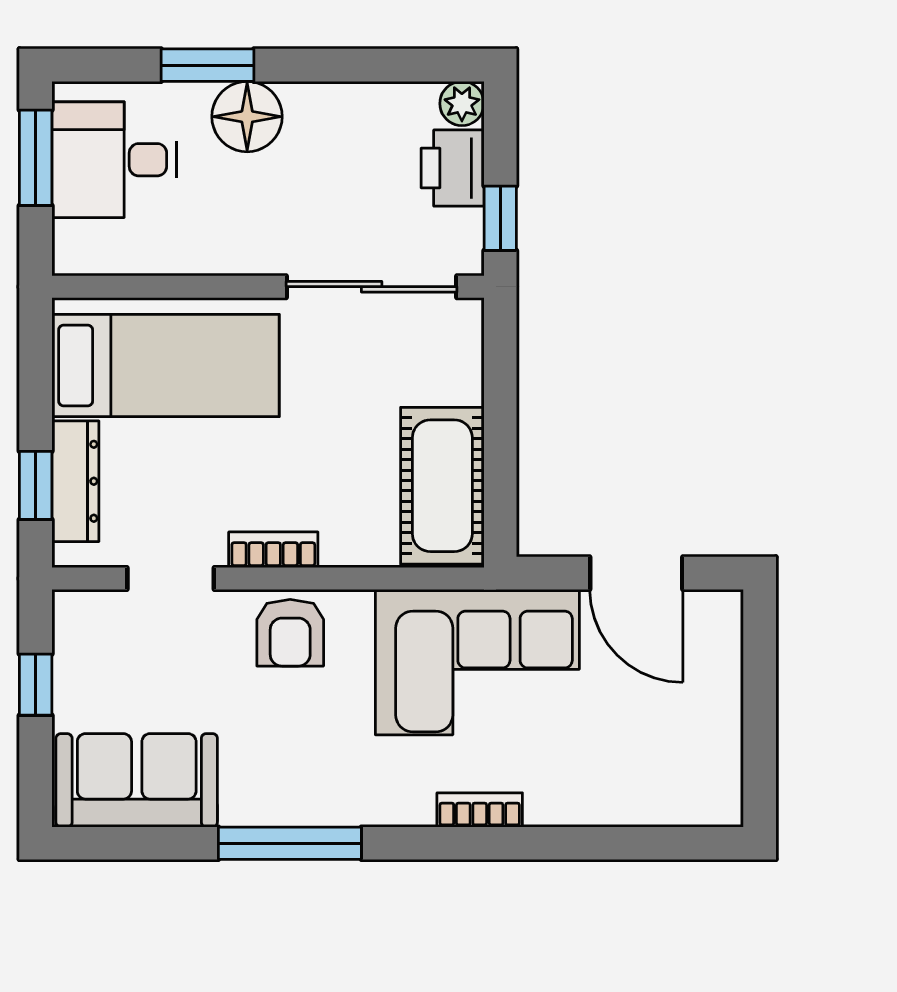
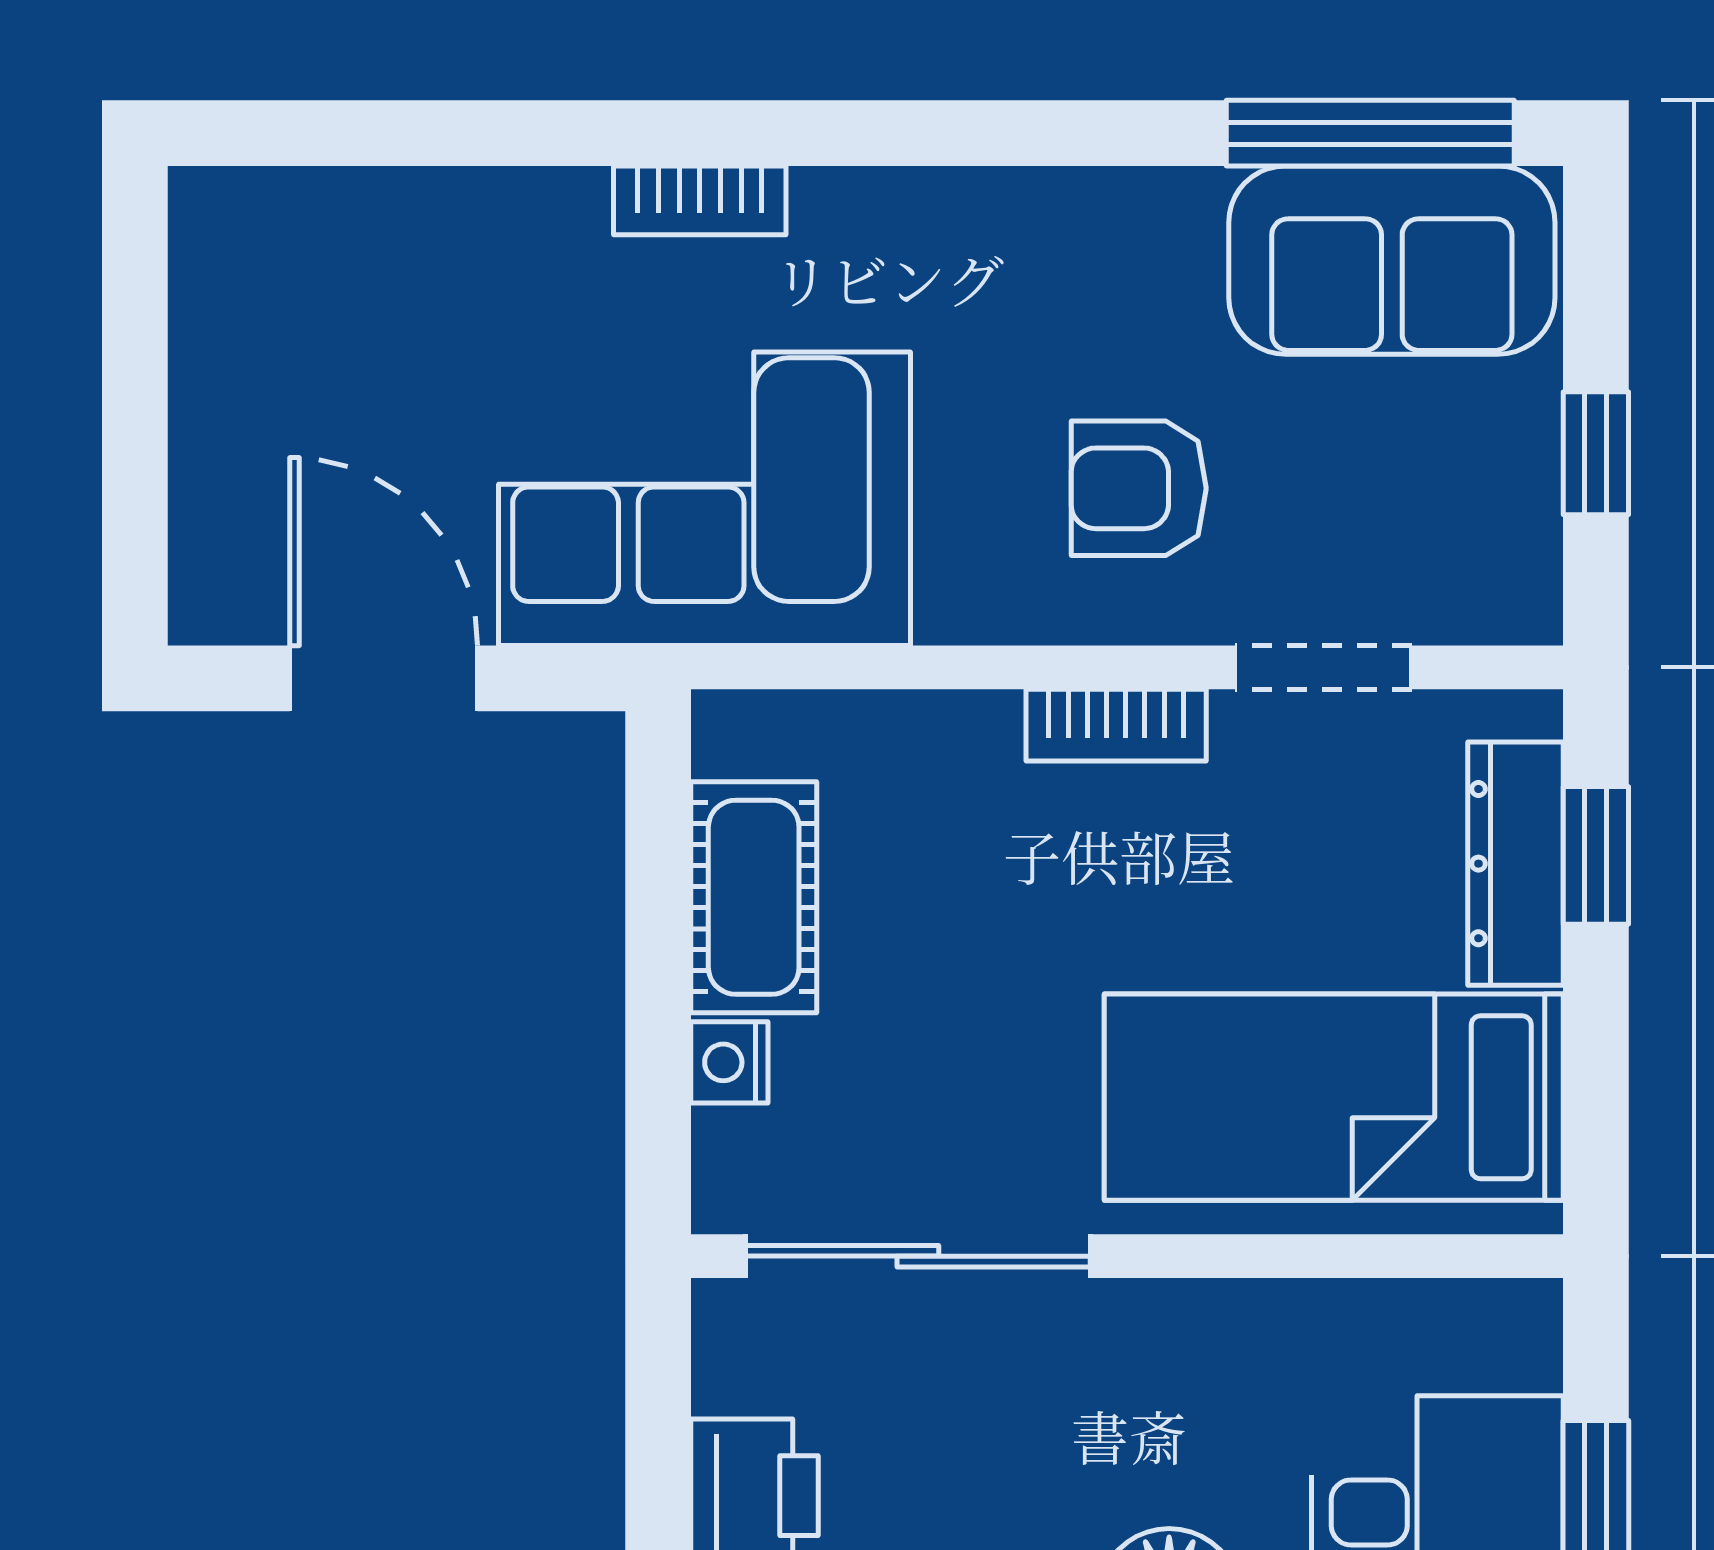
window: (500, 218) -> (658, 1394), removed
nightstand: (465, 383) -> (729, 1062), added
cot: (442, 486) -> (754, 897), width x0.73, depth x0.75
armchair: (290, 633) -> (1139, 488), moved, turned -90
window: (290, 843) -> (1370, 133), moved

